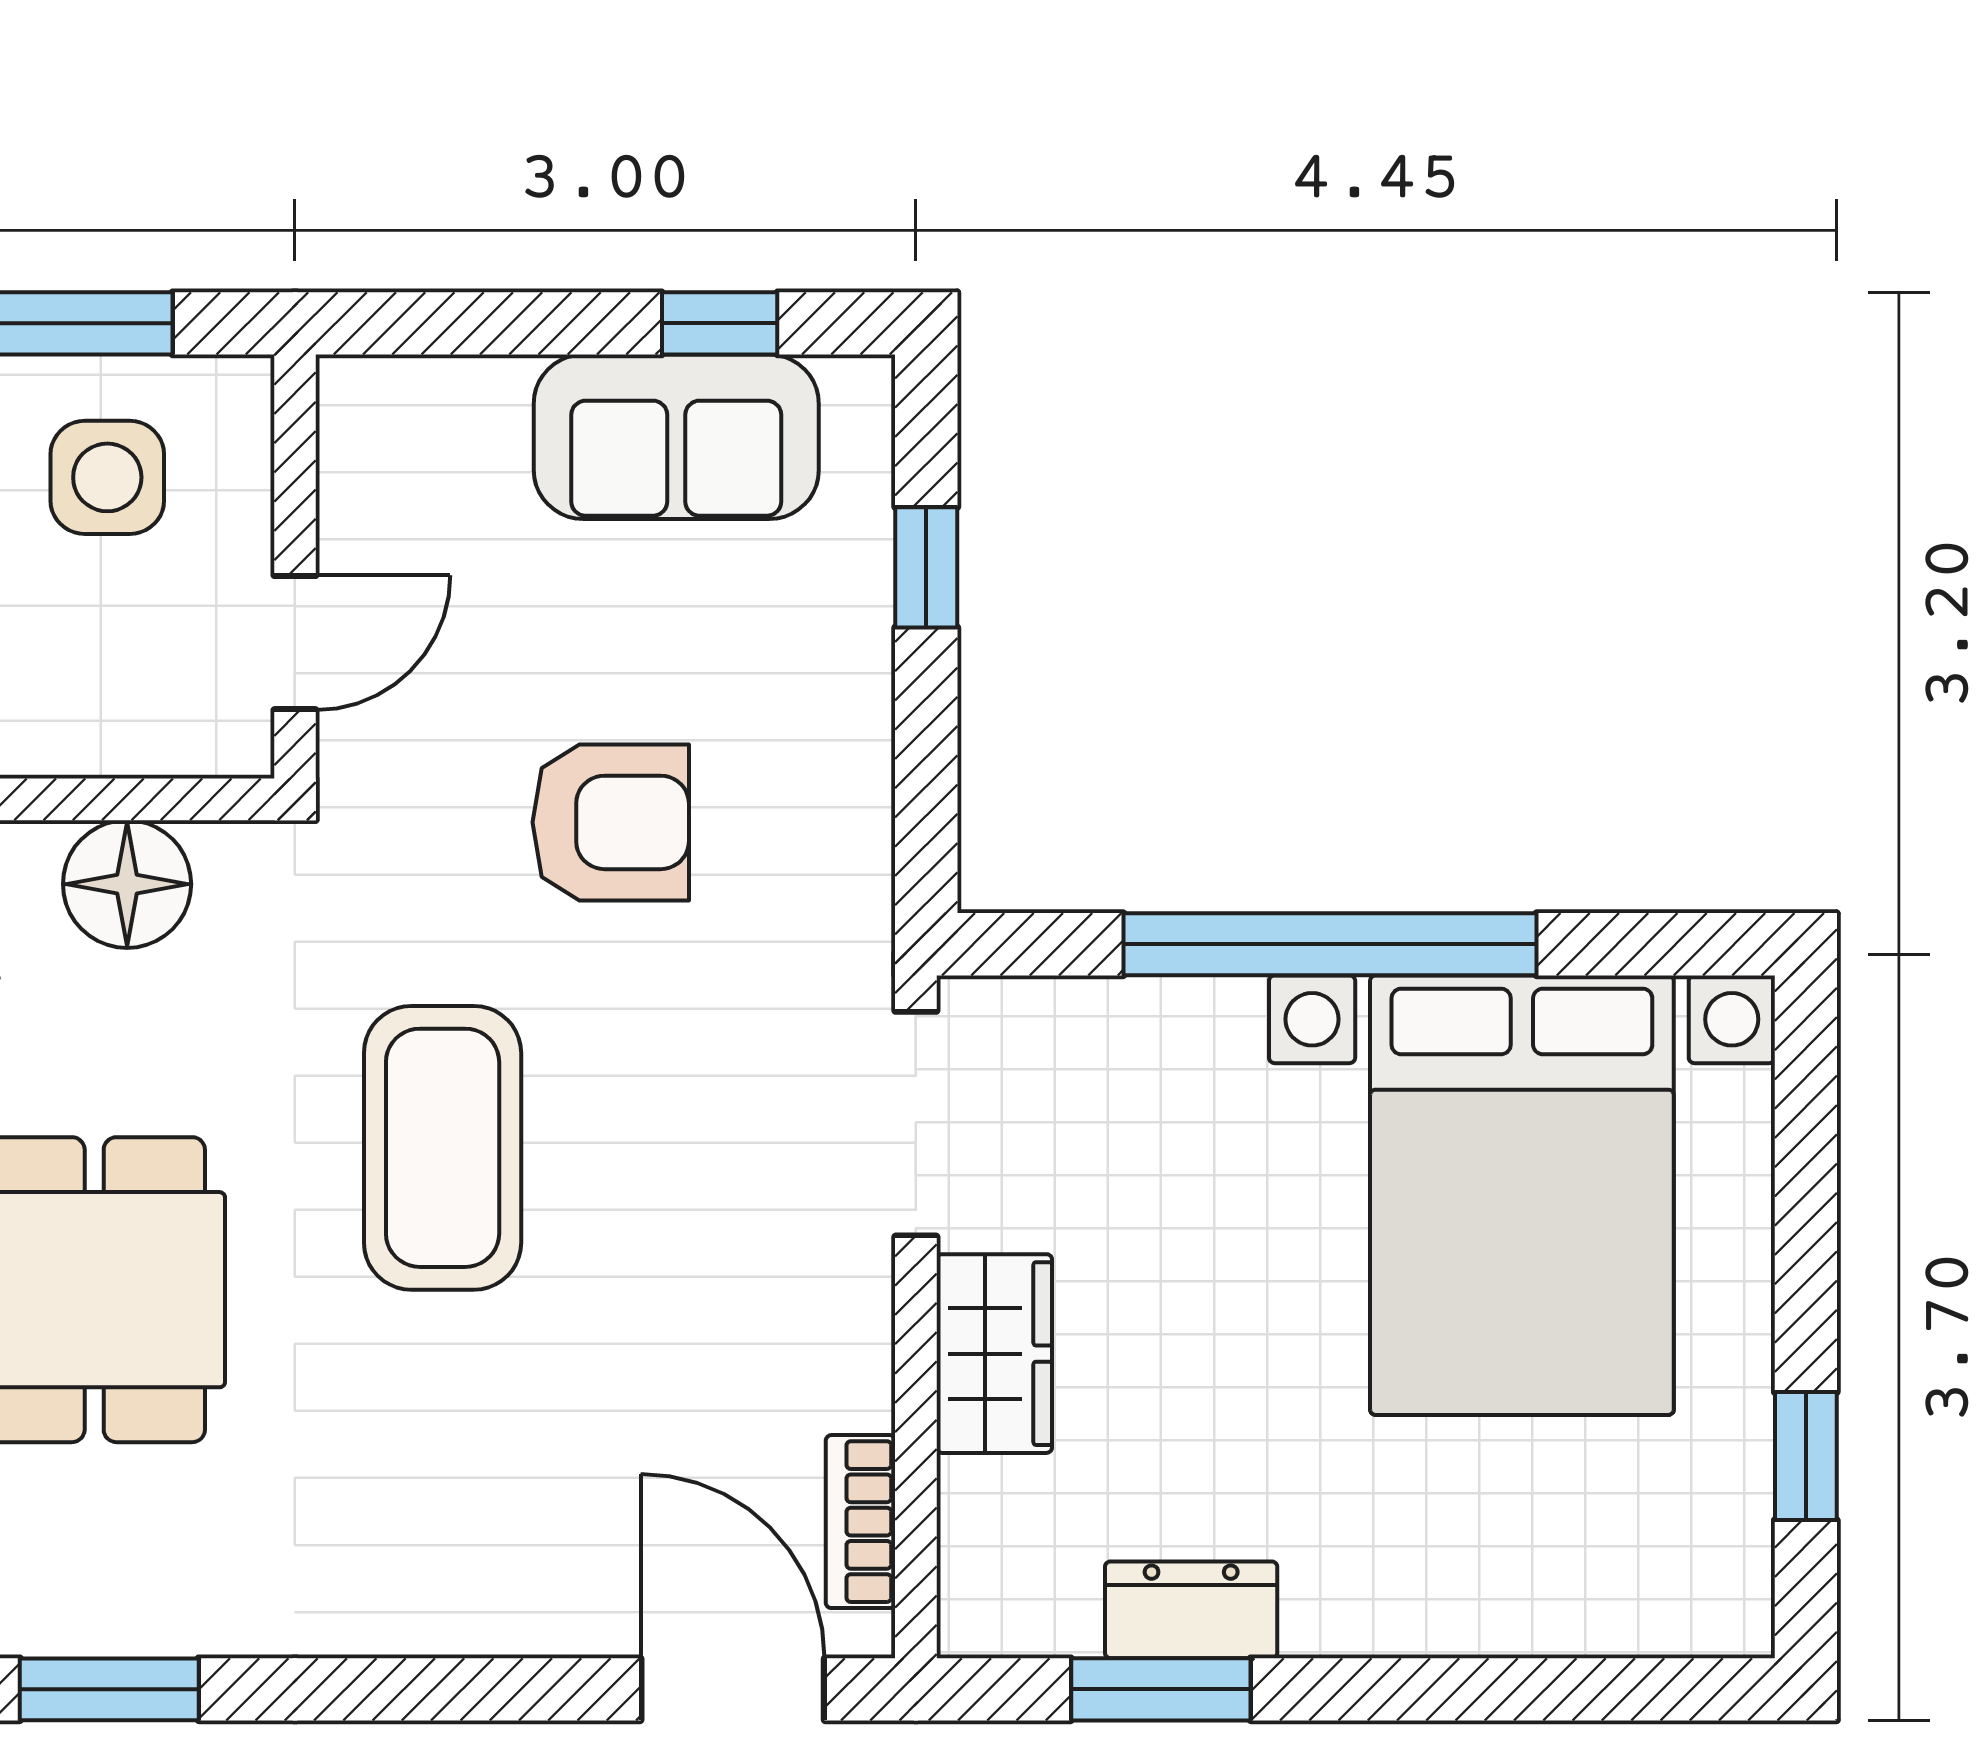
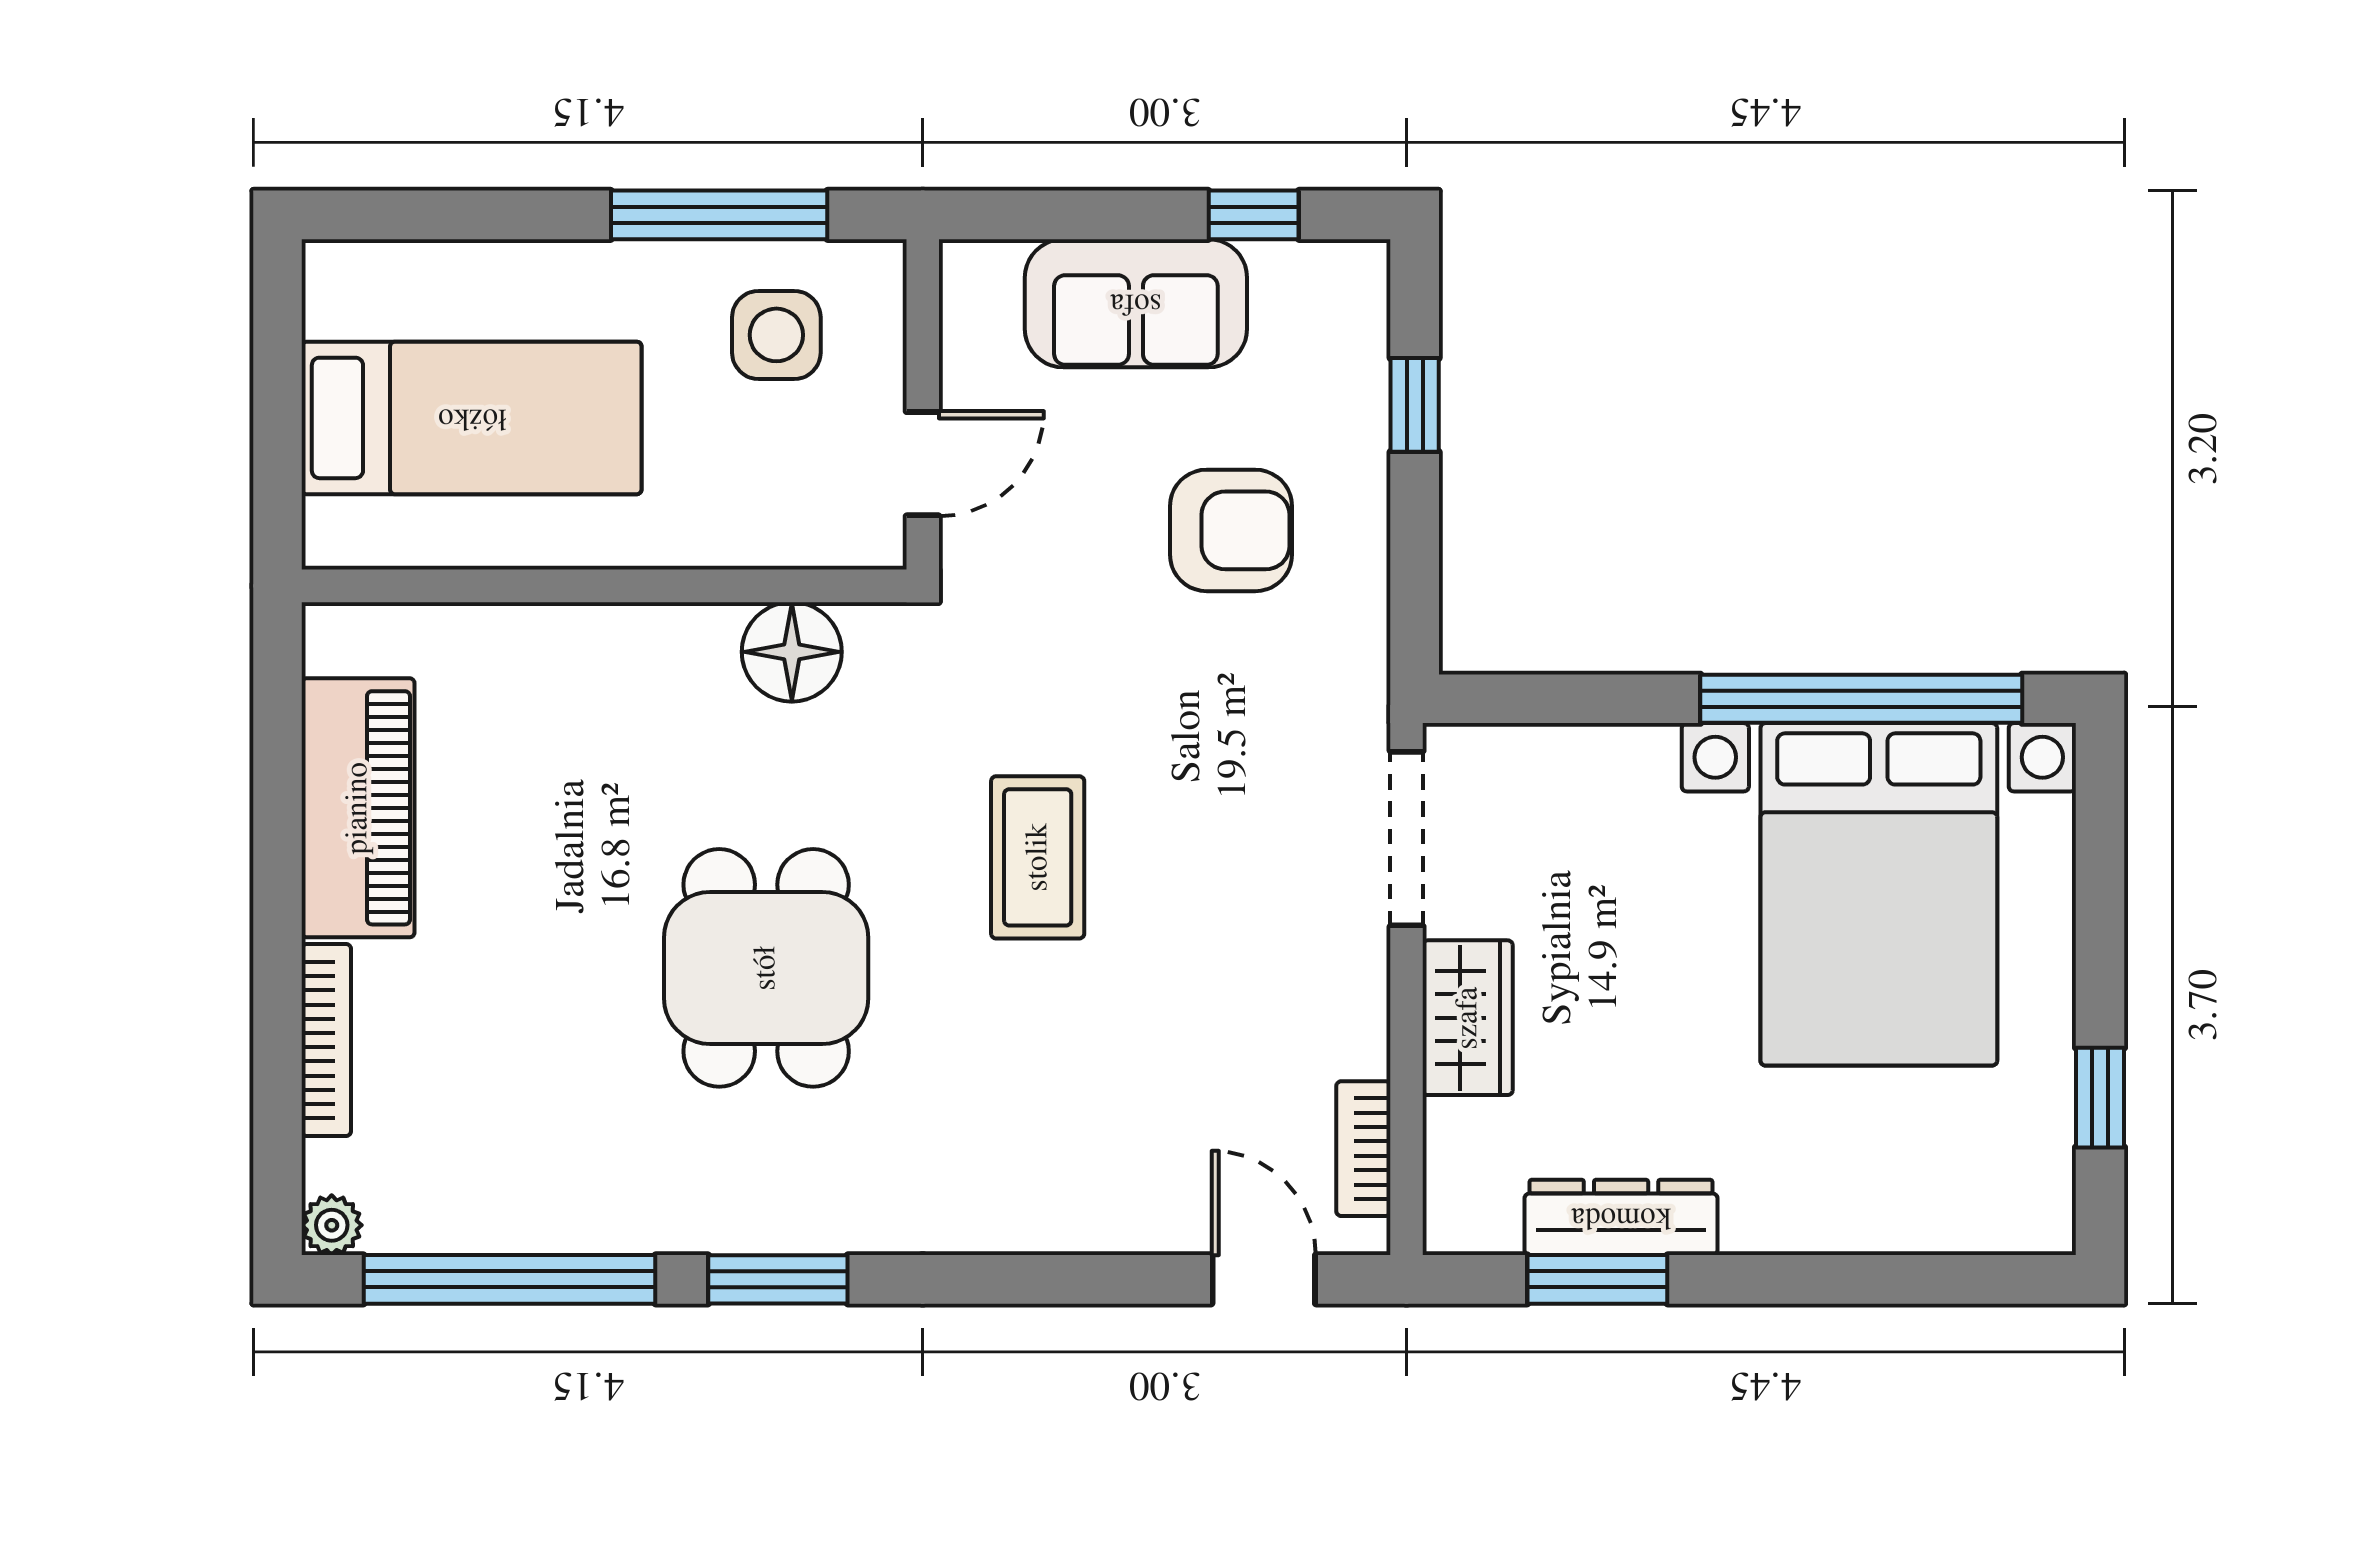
sofa: (676, 437) -> (1136, 303), moved
armchair: (611, 822) -> (1231, 530), moved
window: (1330, 944) -> (1861, 699), moved
coffee table: (443, 1148) -> (1038, 857), width x0.73, depth x0.76
dresser: (1191, 1610) -> (1621, 1217), width x1.44
door: (733, 1689) -> (1264, 1279), width x0.73

